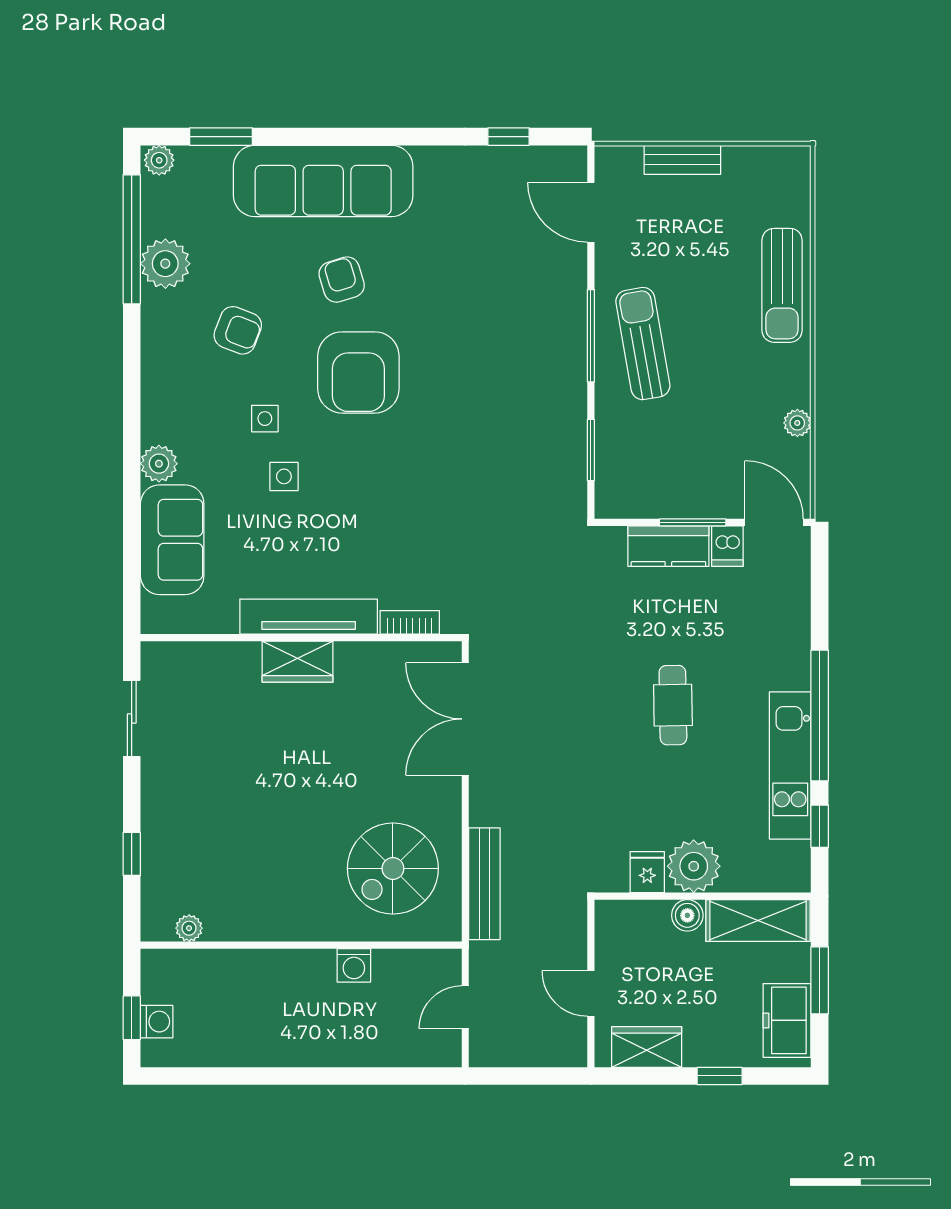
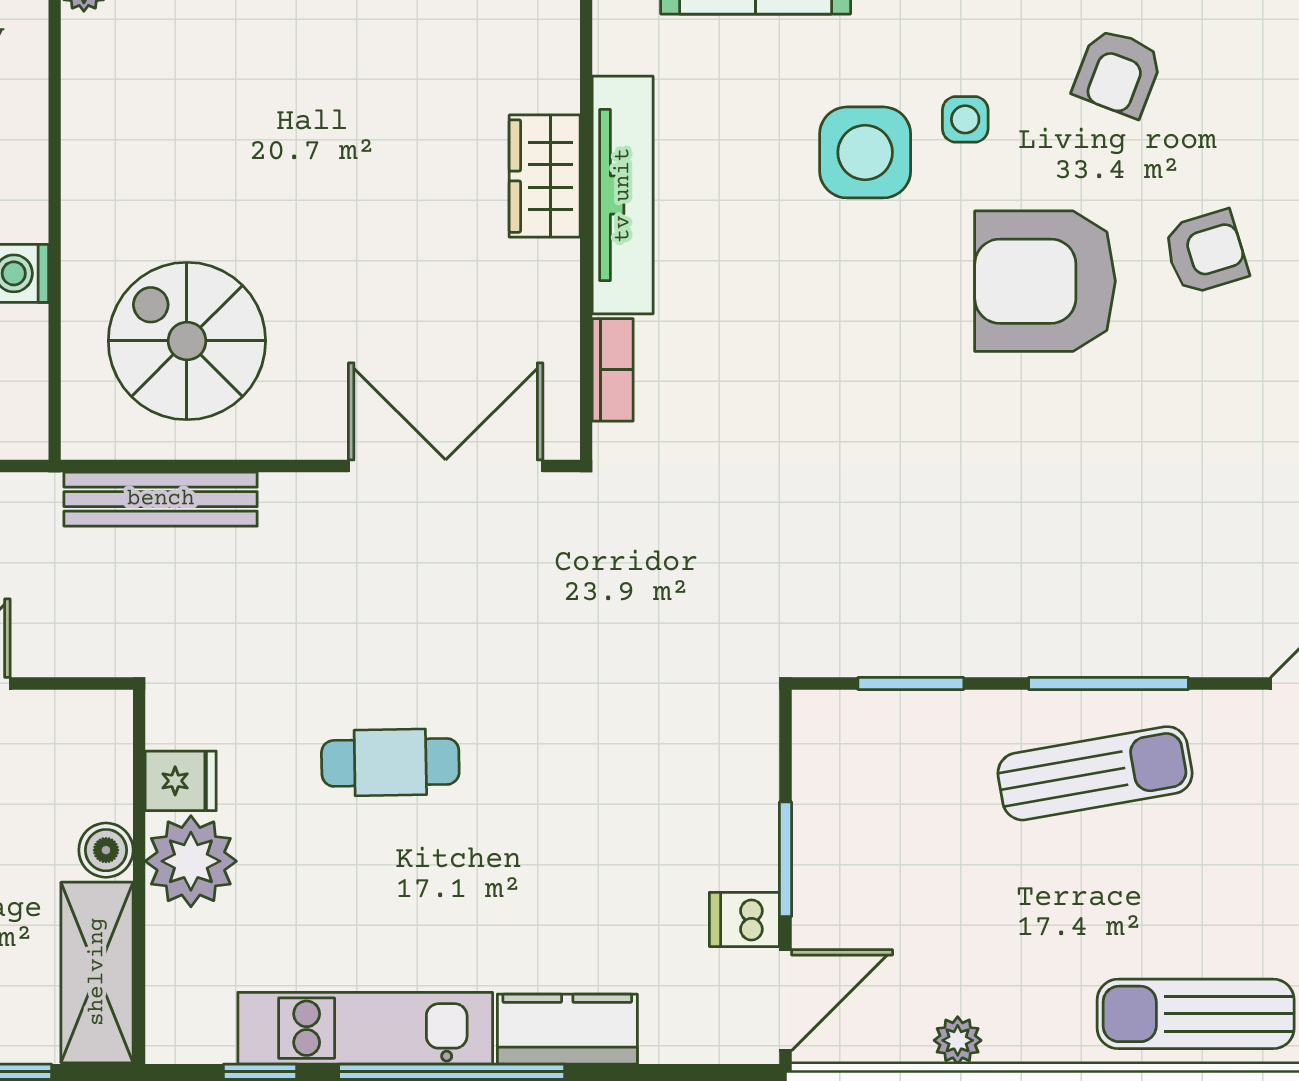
side table: (284, 476) -> (865, 152), width x1.87, depth x1.87
kitchen counter: (668, 546) -> (567, 1029), moved, turned 90
cafe table: (673, 705) -> (390, 762), moved

